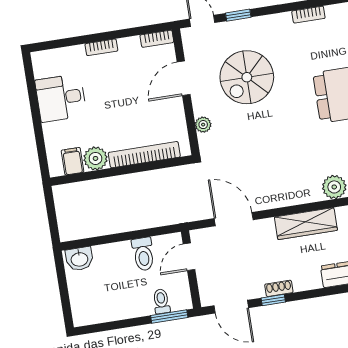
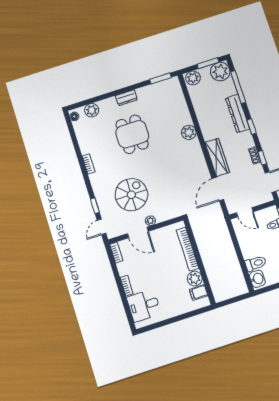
spiral stairs: (247, 77) -> (131, 195), turned -90
desk: (61, 98) -> (144, 306), moved, turned 90
plant: (203, 125) -> (150, 221), moved
wardrobe: (306, 224) -> (217, 157), moved
toilet: (143, 254) -> (256, 263), moved
window: (327, 291) -> (252, 127), added

